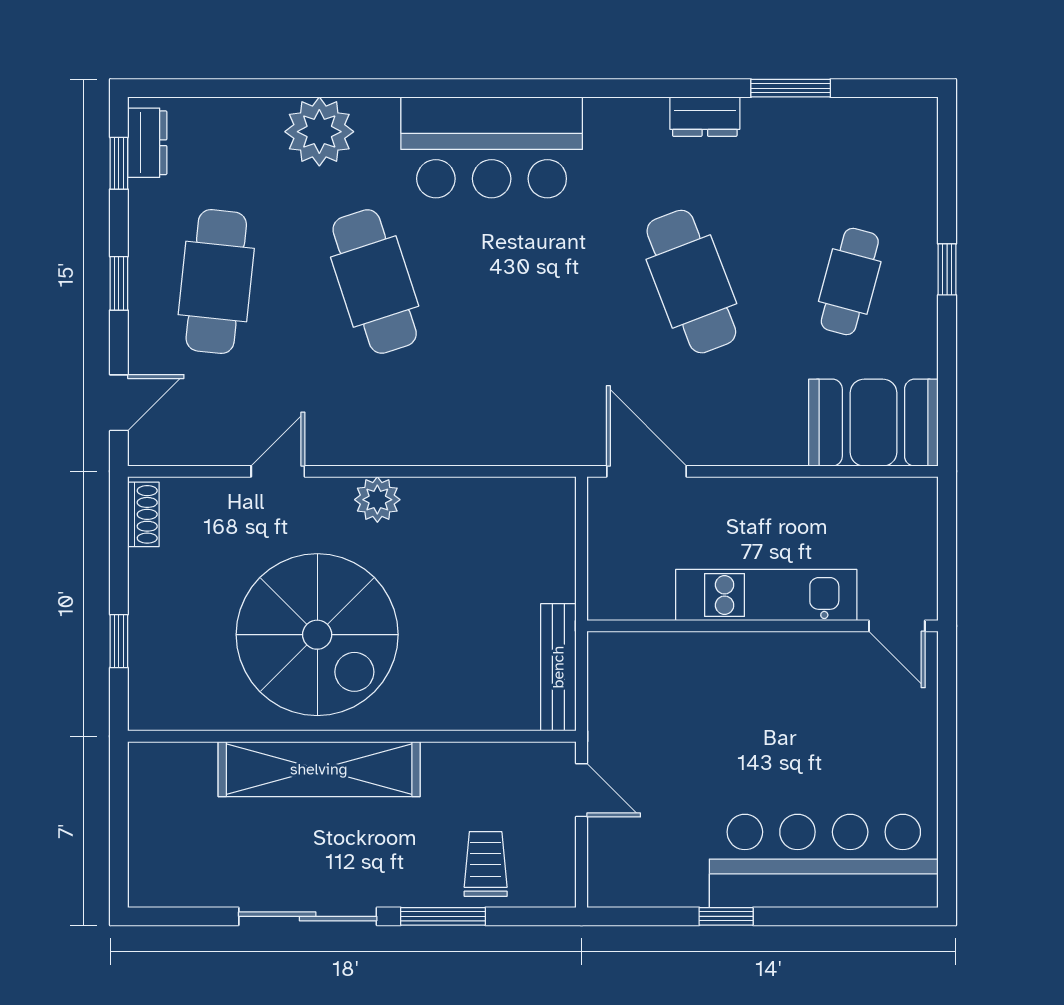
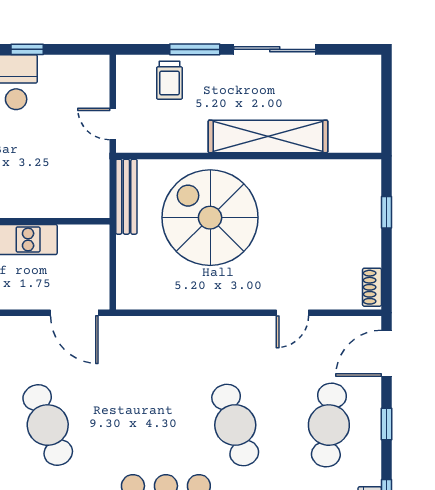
door: (119, 403) -> (387, 353), width x1.37
plant: (377, 500) -> (234, 296), removed
spiral stairs: (317, 635) -> (210, 218), moved

